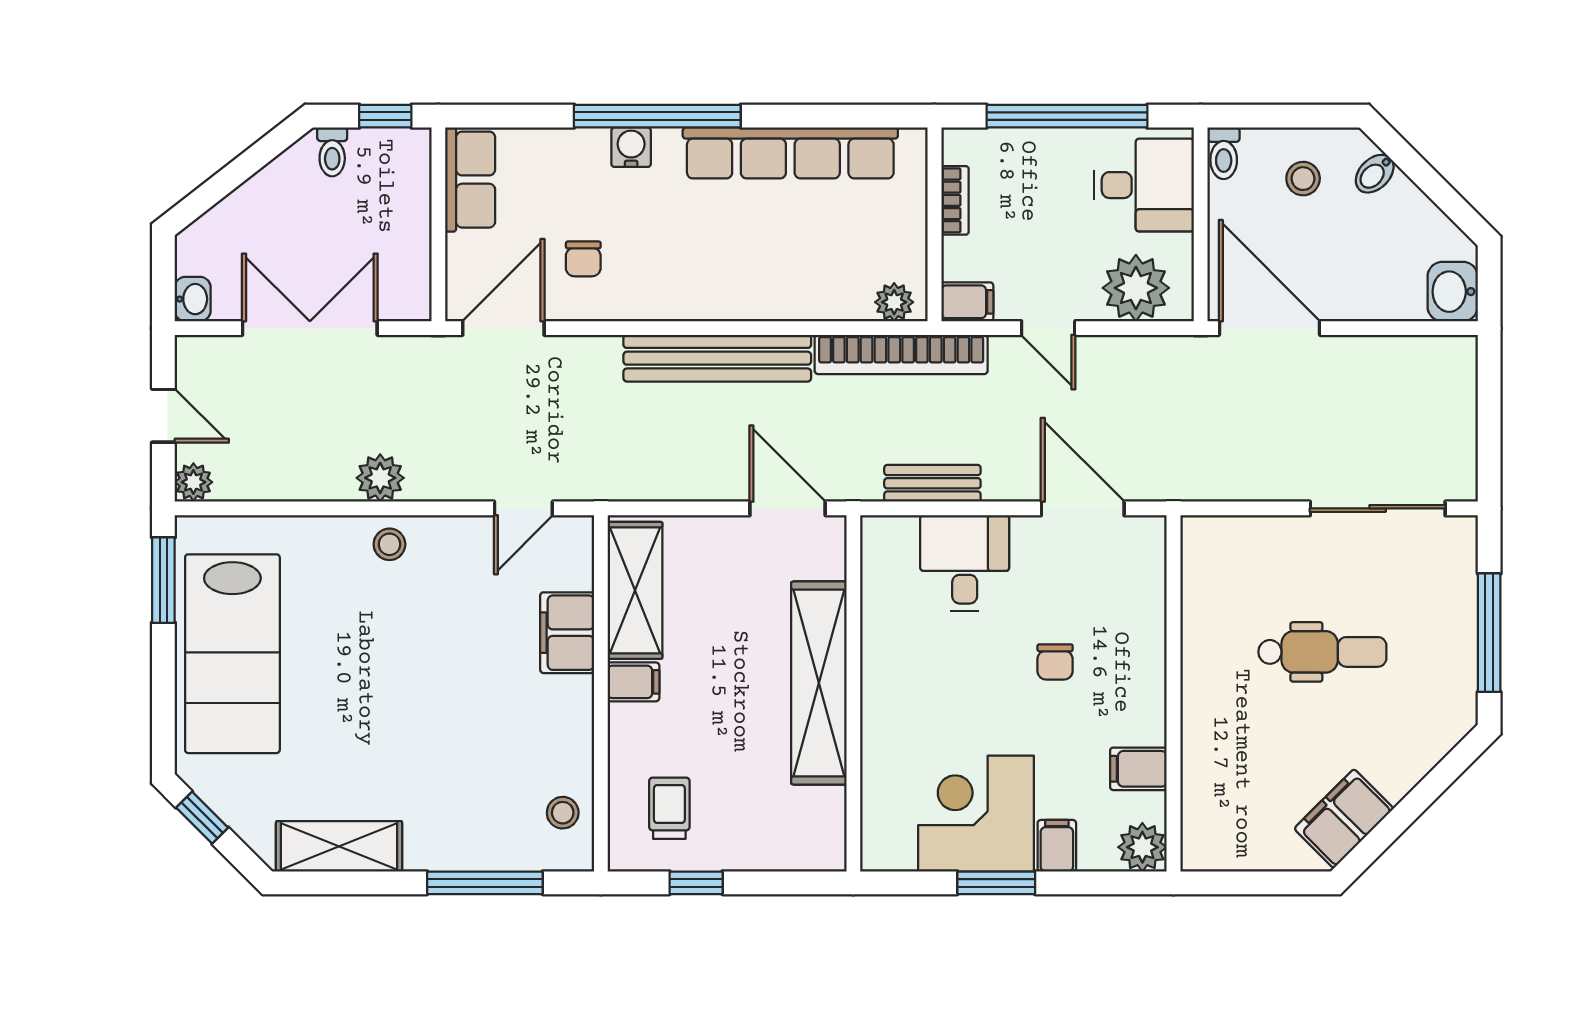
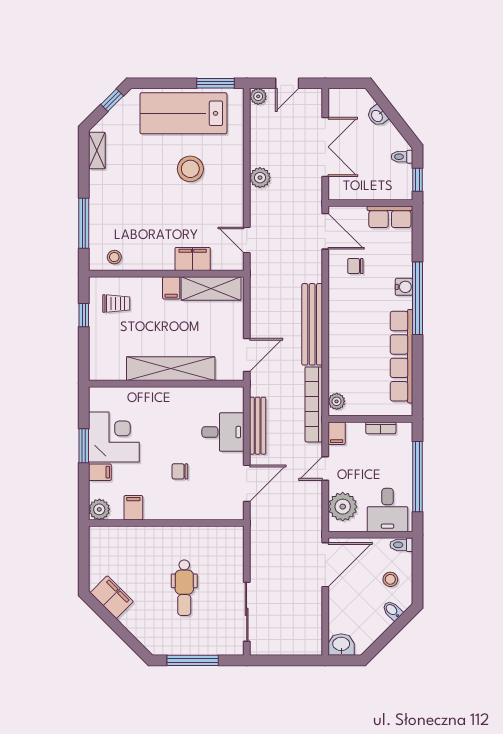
washbasin: (193, 299) -> (377, 116), moved, turned 52
bench: (932, 483) -> (258, 426), width x1.36
stool: (389, 544) -> (190, 169), moved, width x1.89, depth x1.89
shelving: (339, 846) -> (97, 151), width x0.67, depth x0.75

